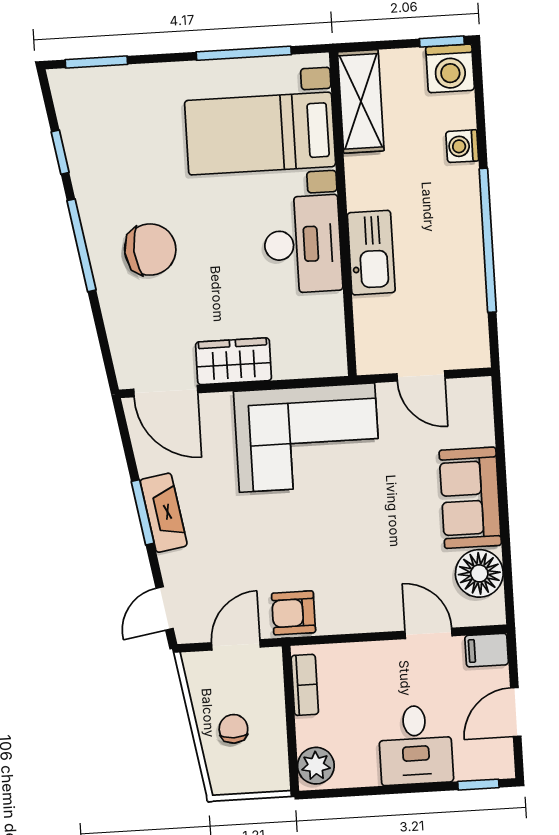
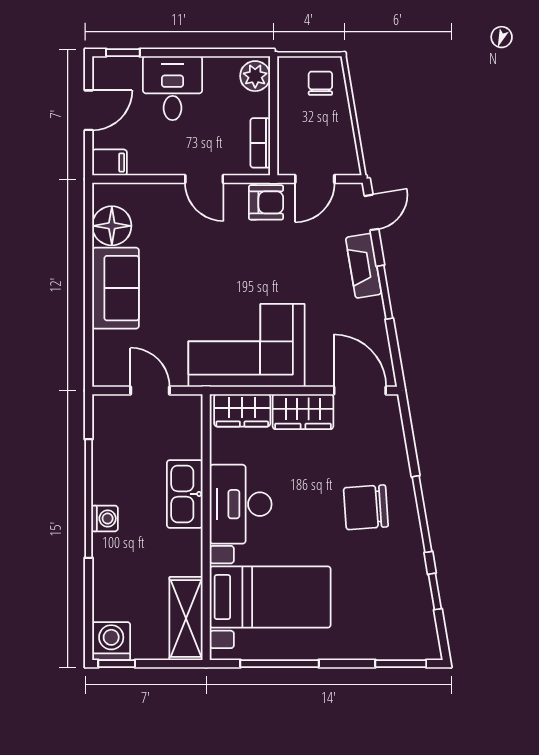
washing machine: (462, 146) -> (105, 518), moved
wardrobe: (307, 359) -> (242, 410), added
fireplace: (164, 513) -> (363, 266), moved
door: (429, 633) -> (204, 179), moved
chair: (233, 729) -> (320, 83), moved, turned 180

